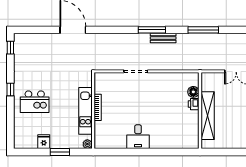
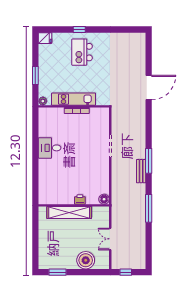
window: (10, 48) -> (132, 30), removed
window: (10, 90) -> (79, 30), moved
floor lamp: (193, 92) -> (104, 199), moved
fridge: (44, 142) -> (45, 38), moved

